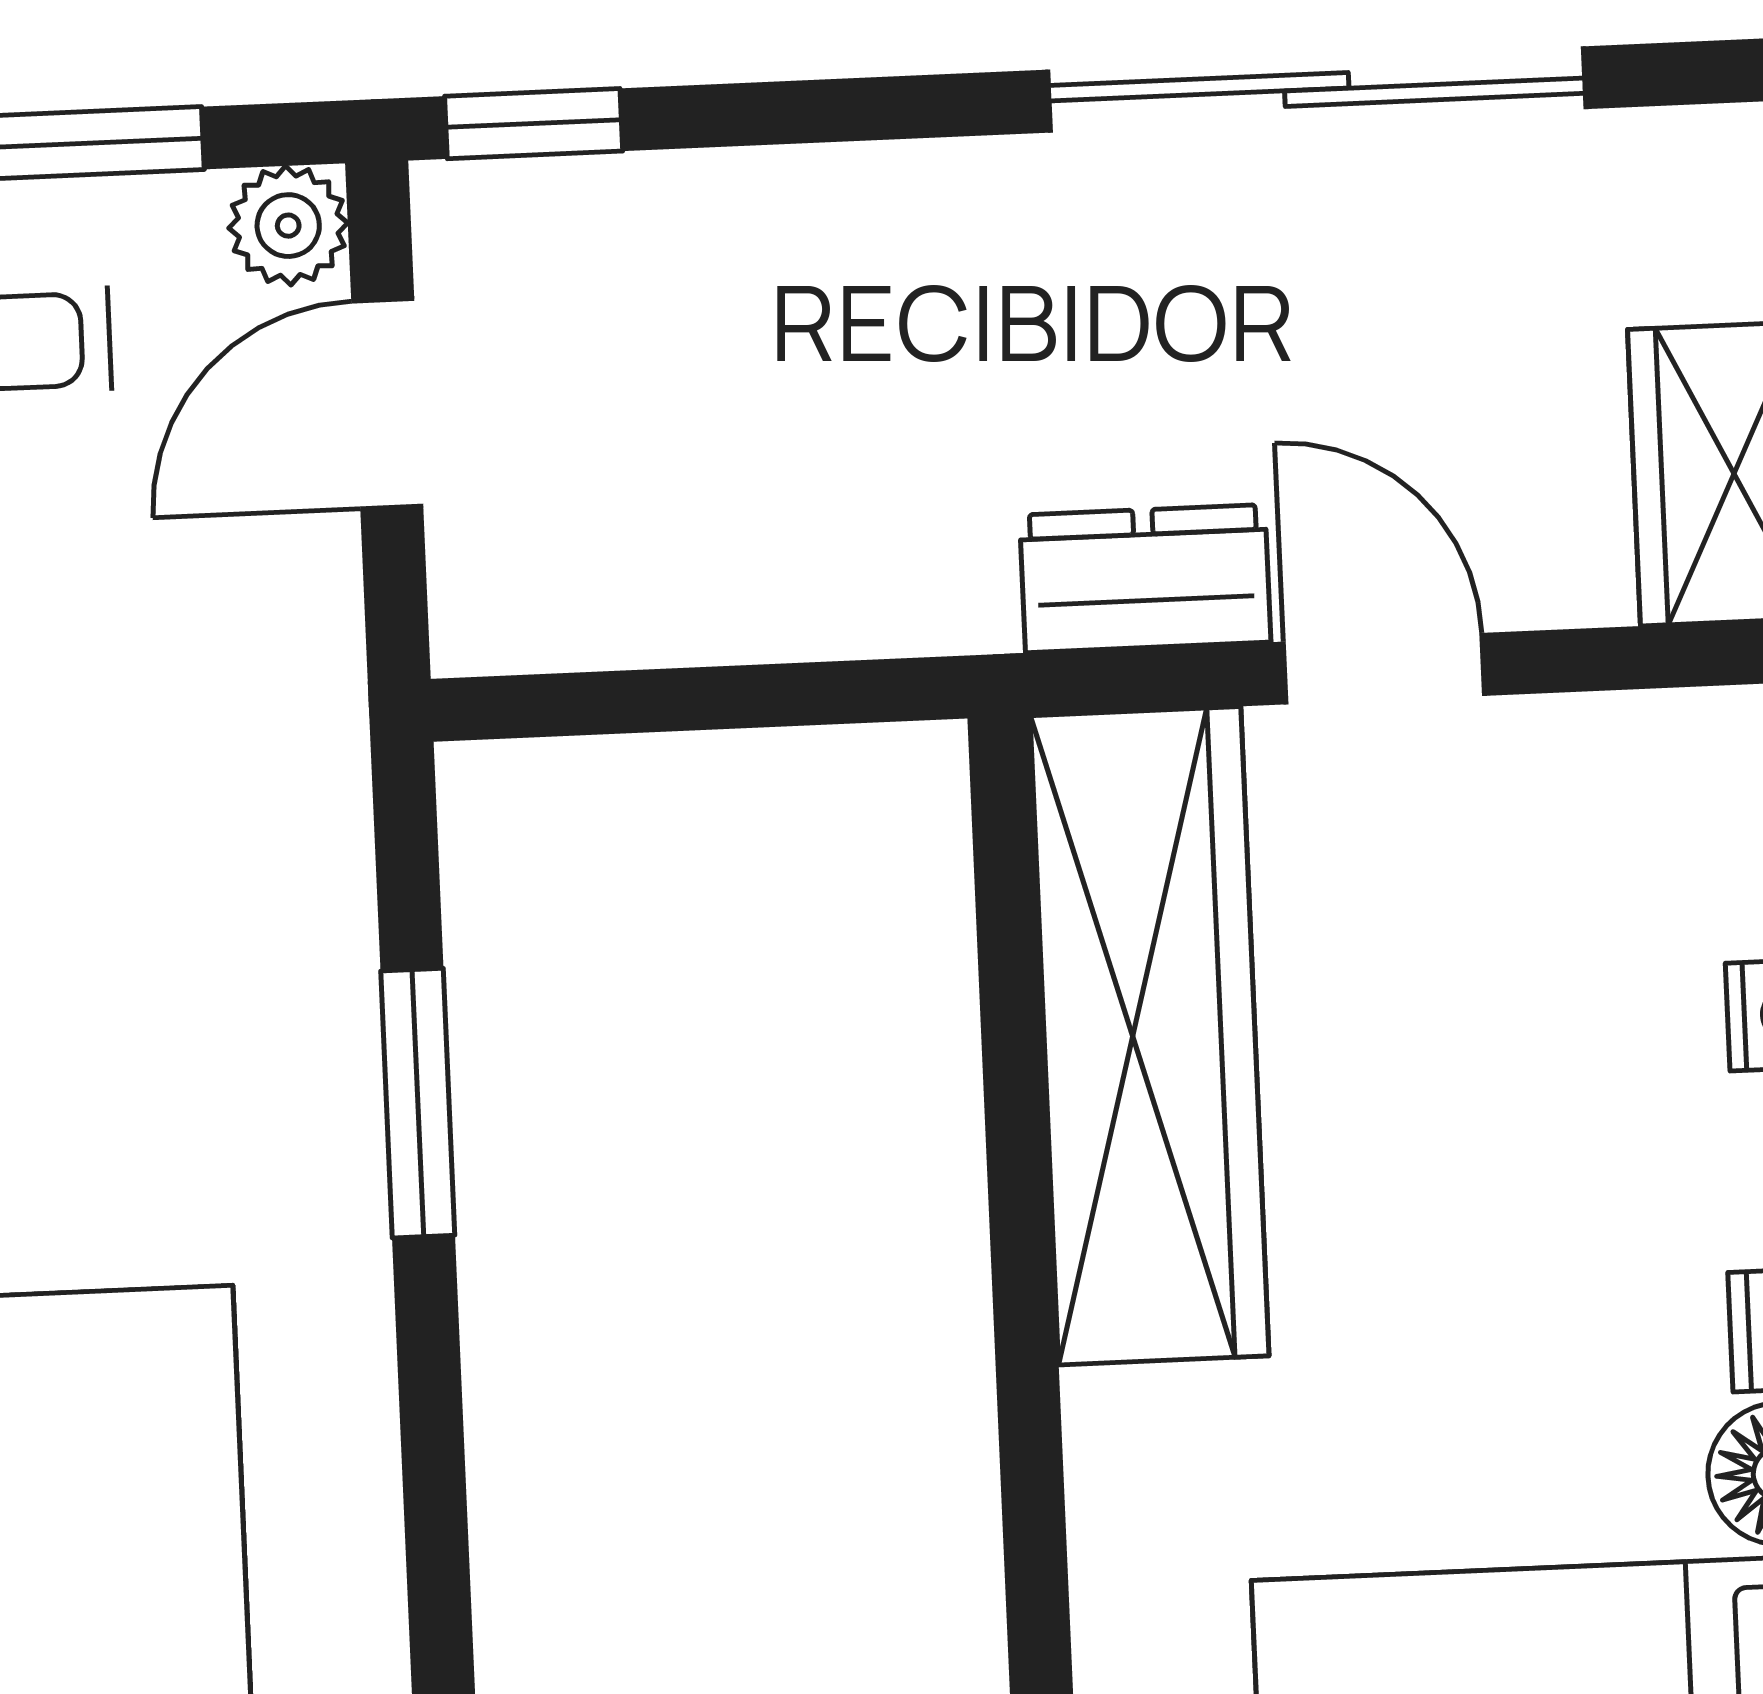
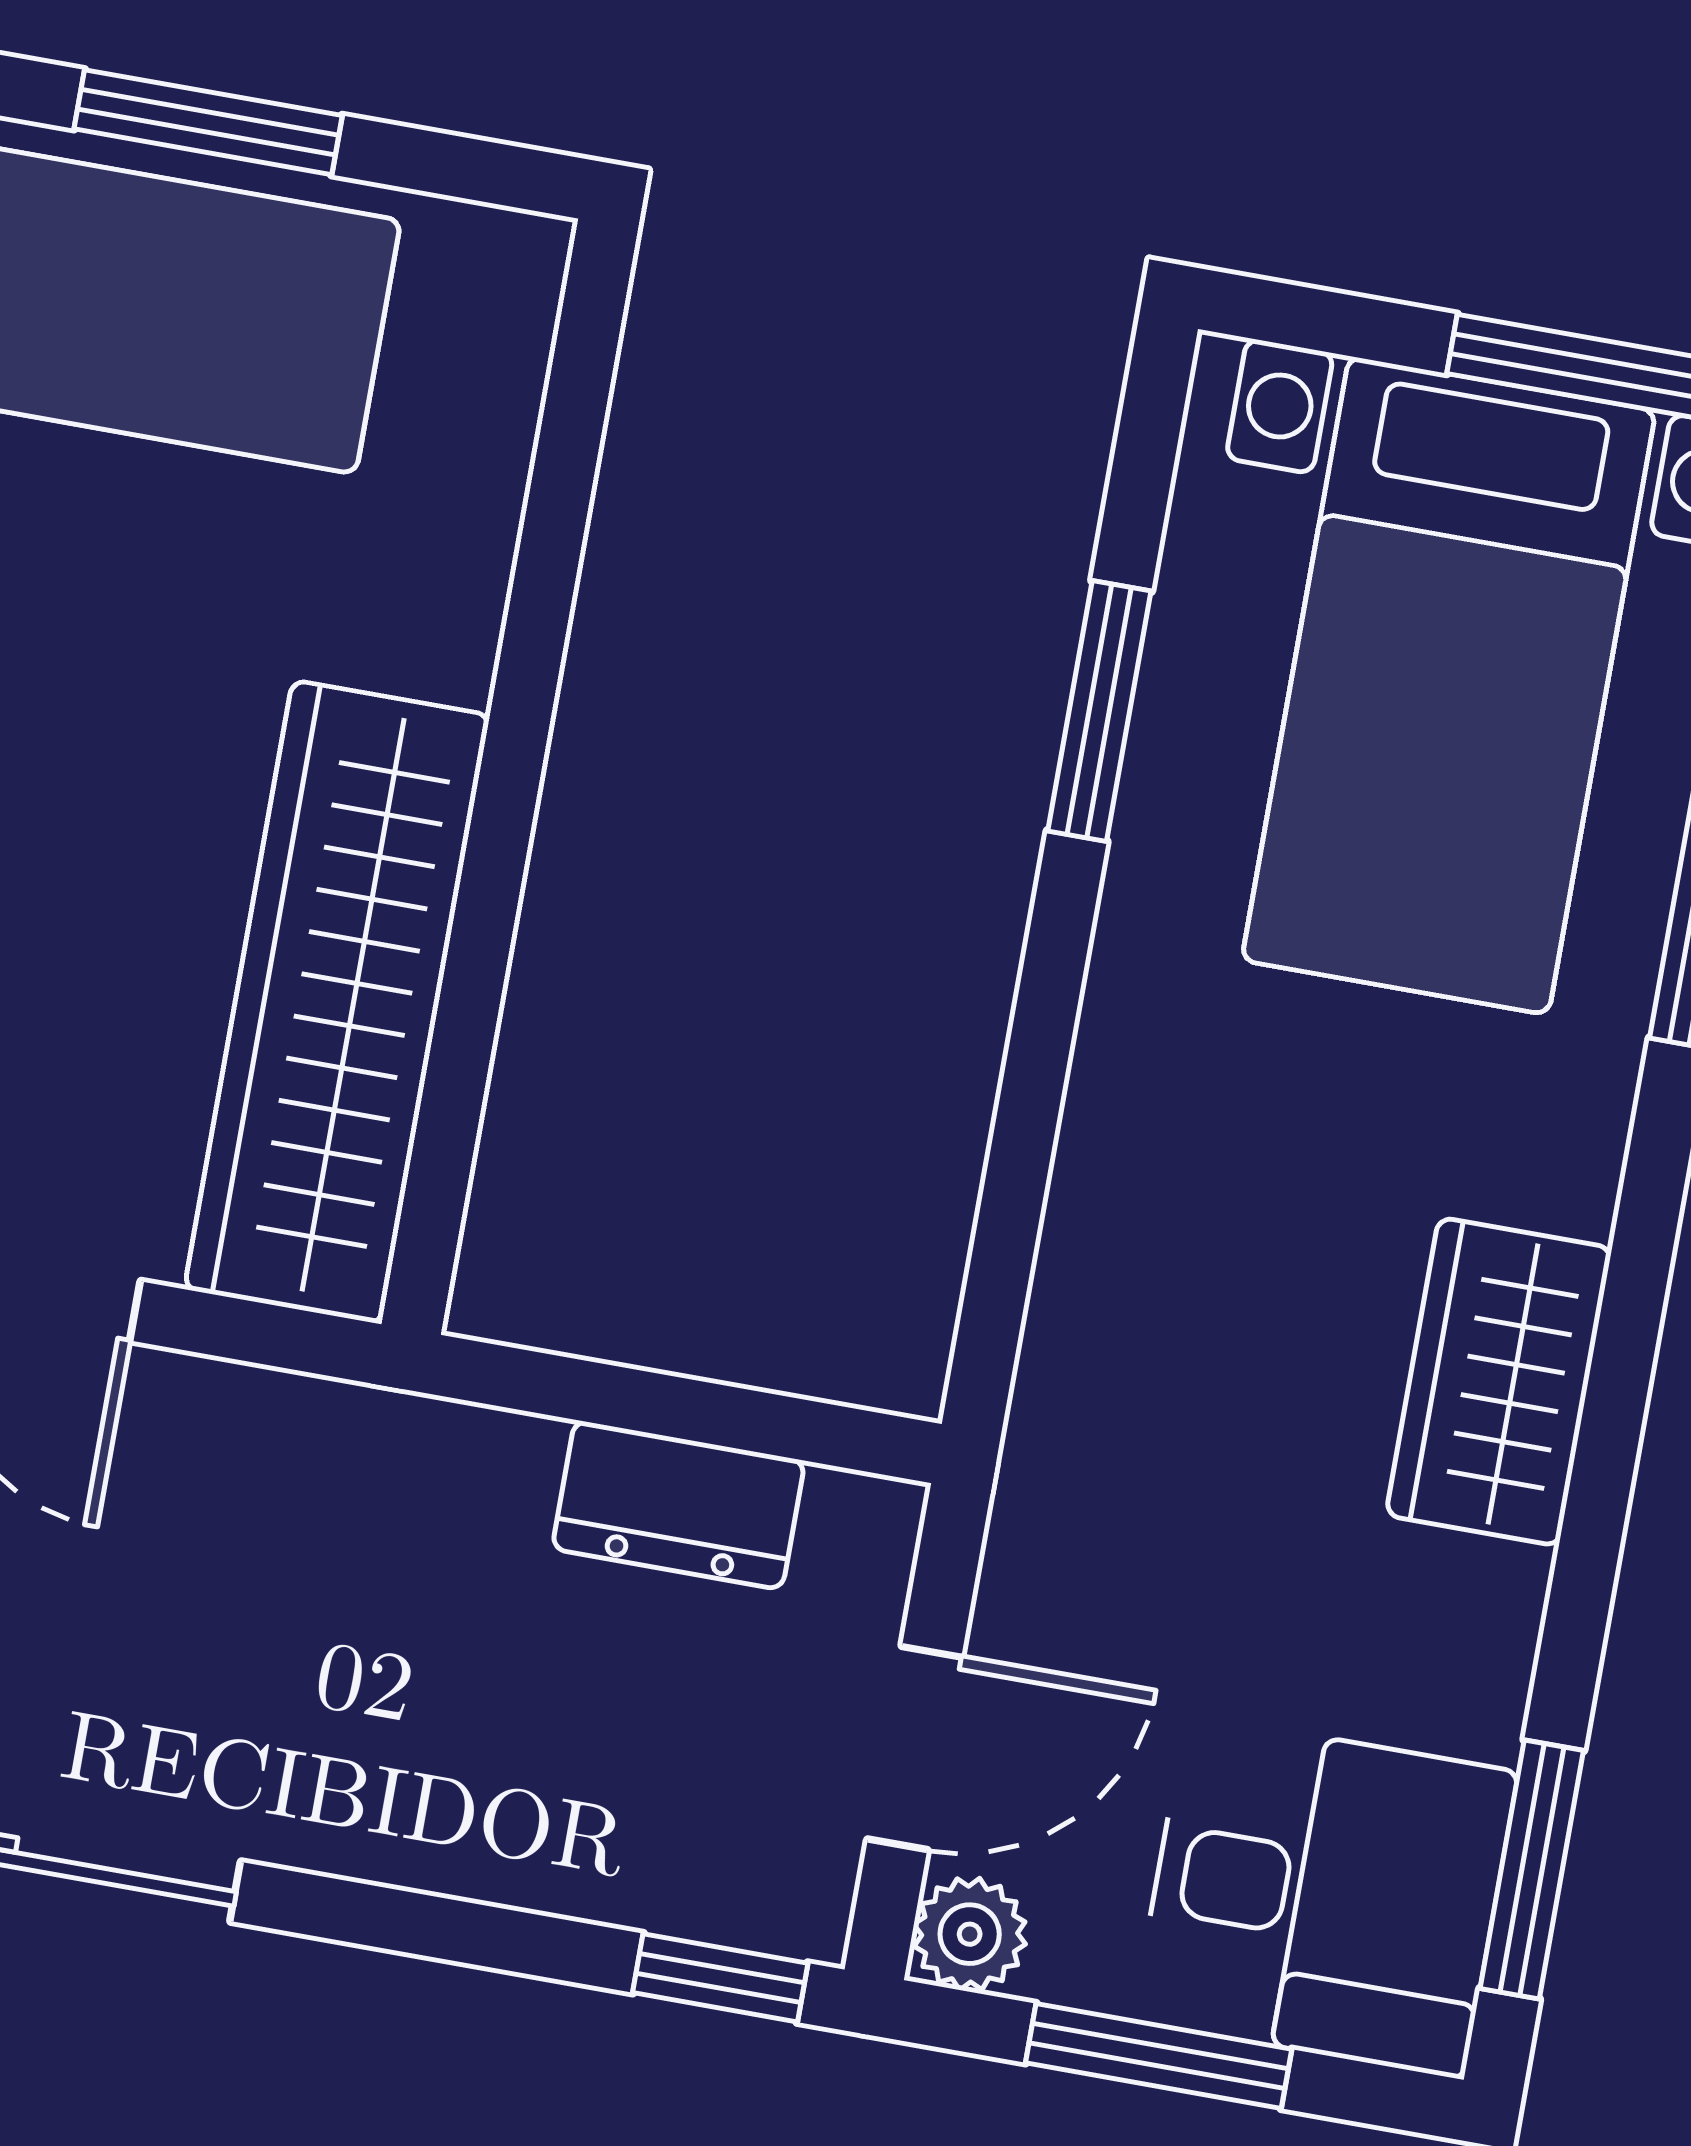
dresser: (1145, 579) -> (678, 1505), moved
window: (418, 1103) -> (1099, 711), moved

